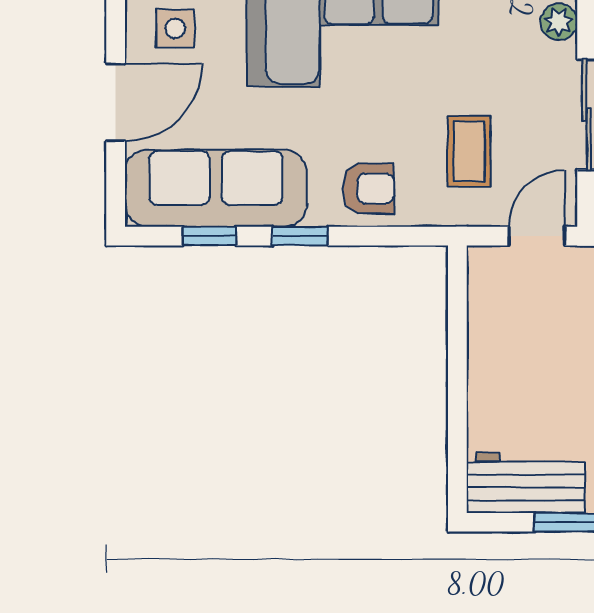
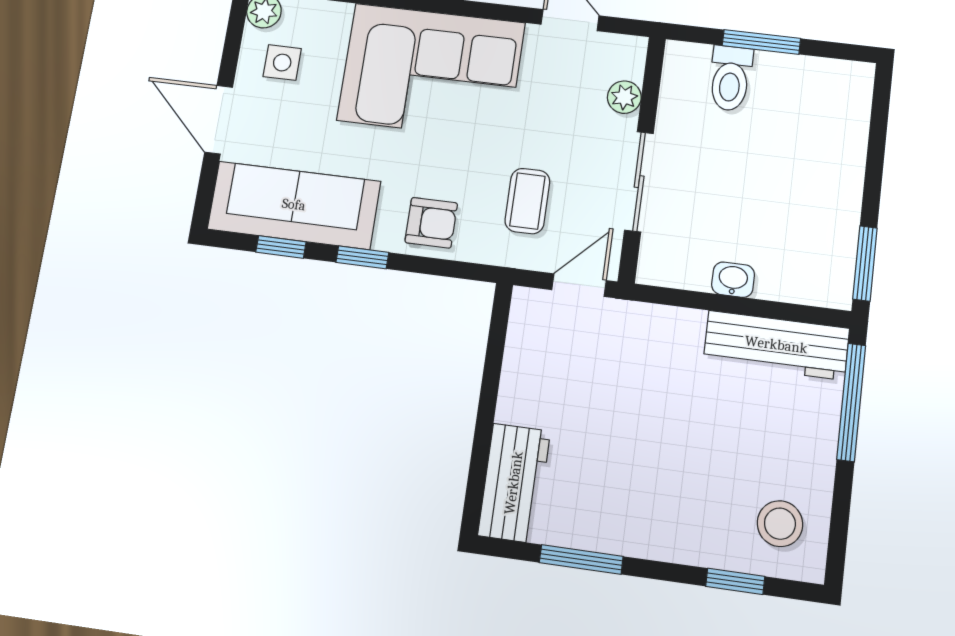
door: (116, 102) -> (219, 120), swing flipped
workbench: (526, 483) -> (514, 483), moved, turned 90

